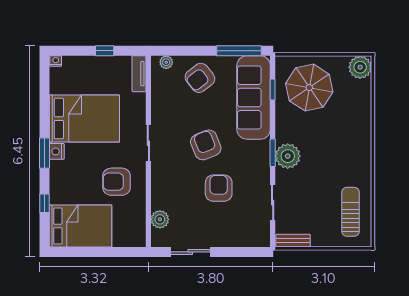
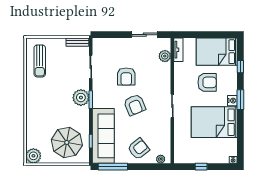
tv unit: (139, 74) -> (178, 50), moved
armchair: (117, 182) -> (207, 82), moved

